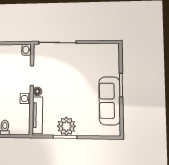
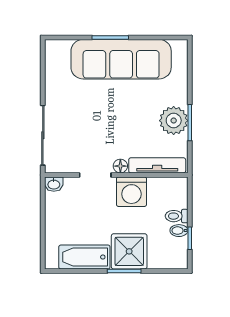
washing machine: (25, 99) -> (131, 192), width x1.89, depth x1.89
sofa: (110, 101) -> (121, 59), width x1.36, depth x1.27

